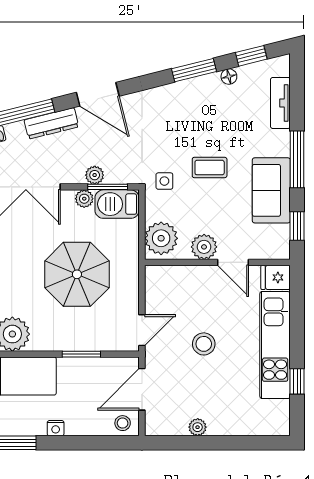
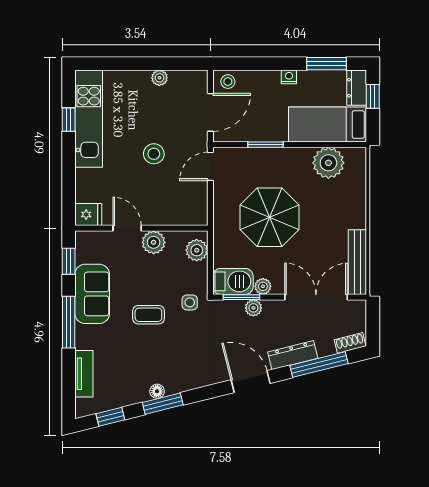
floor lamp: (229, 77) -> (157, 391), moved
plant: (161, 238) -> (197, 250), width x0.73, depth x0.73
kitchen unit: (275, 345) -> (89, 119), moved

